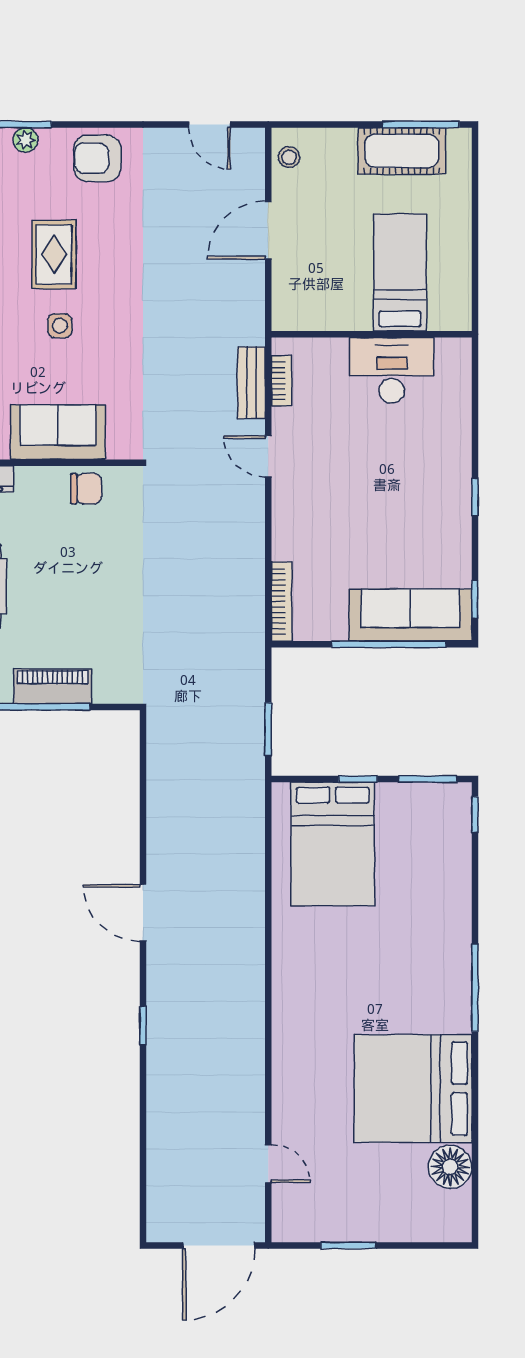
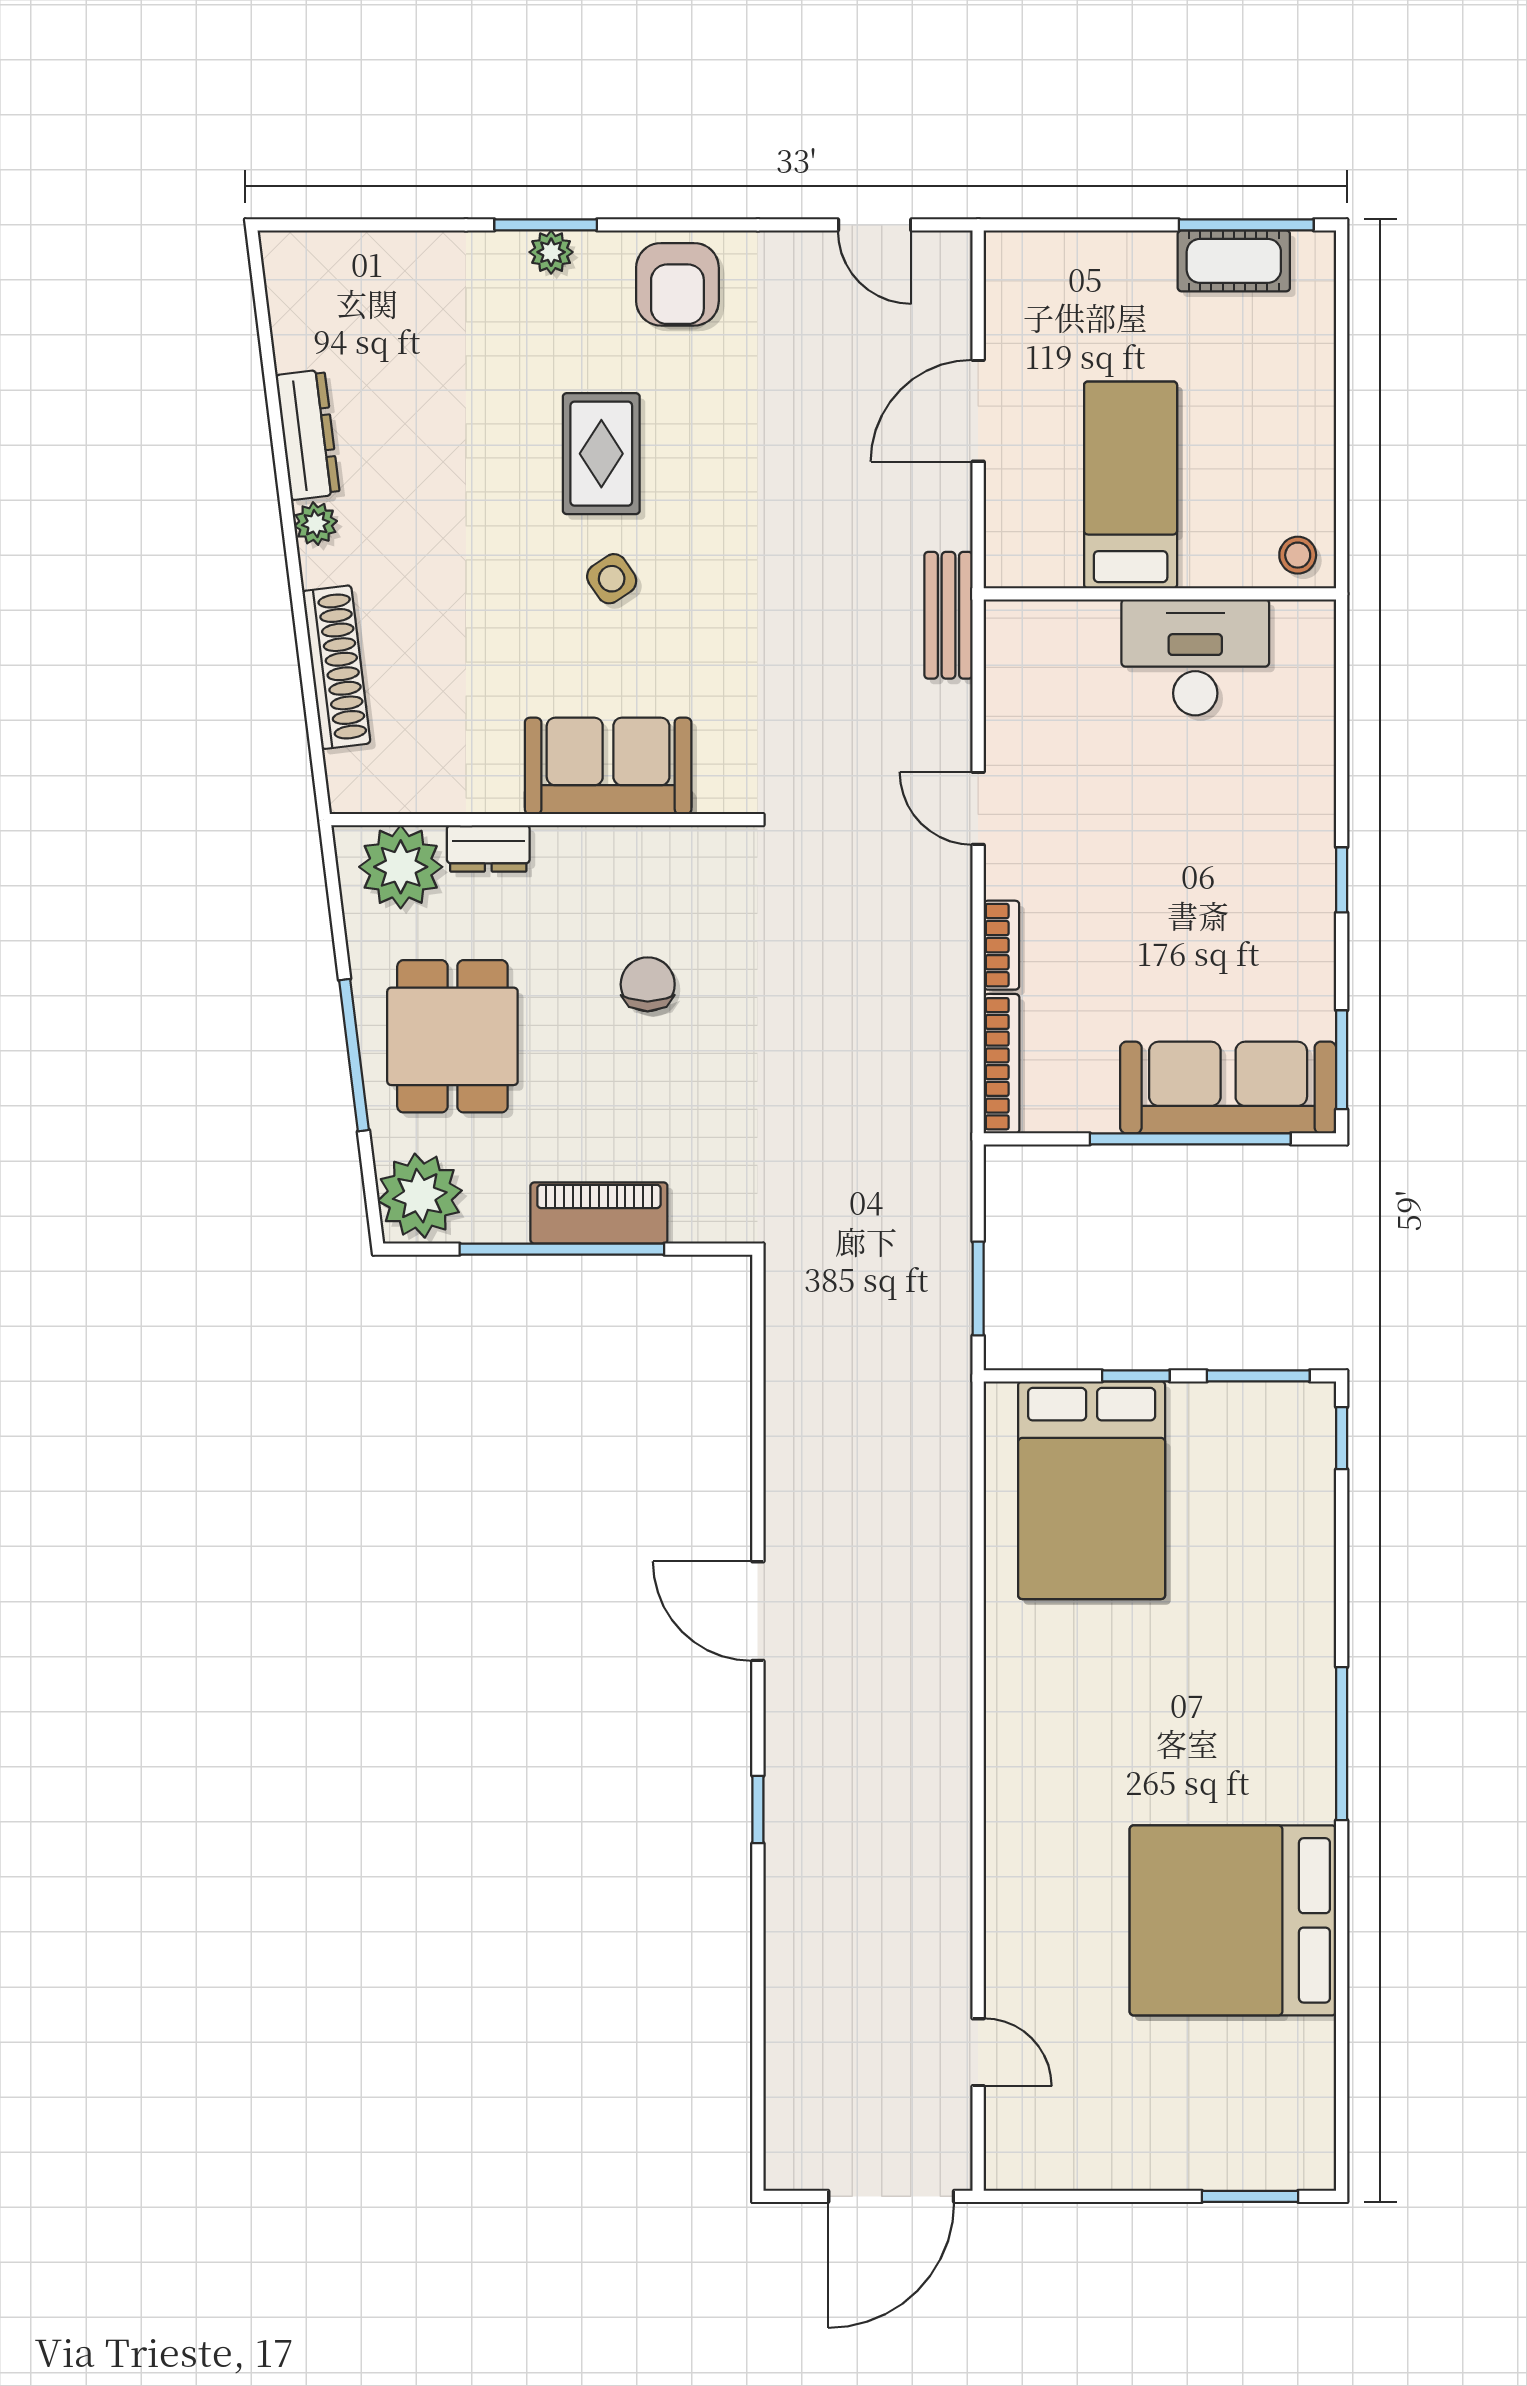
cot: (402, 151) -> (1234, 261), width x0.73, depth x0.75
stool: (289, 157) -> (1298, 555), moved
armchair: (97, 158) -> (677, 284), turned -90
bed: (400, 272) -> (1131, 485), moved
side table: (60, 326) -> (612, 579), turned -34
bookcase: (281, 381) -> (1001, 945), moved
bench: (251, 383) -> (948, 615), moved
chair: (86, 489) -> (648, 984), moved, turned -90
window: (475, 599) -> (1342, 1060), width x1.50
floor lamp: (450, 1167) -> (1298, 2058), removed
window: (348, 1245) -> (1250, 2196), moved

